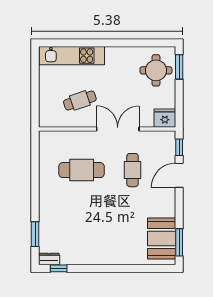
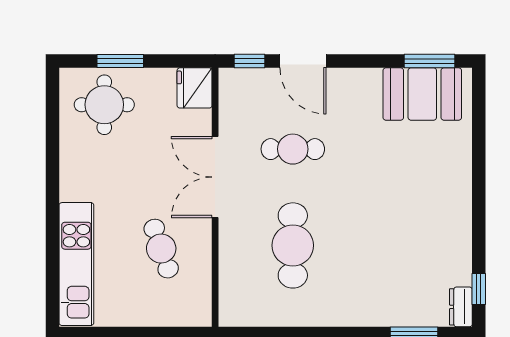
window: (179, 67) -> (120, 61), moved

